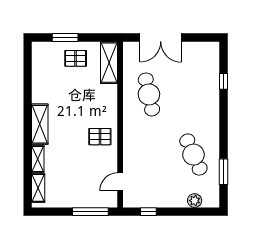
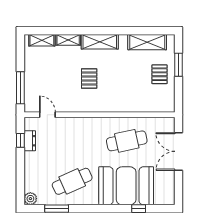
shelving: (109, 63) -> (147, 42), moved
booth: (198, 95) -> (126, 186), added
pallet: (100, 137) -> (89, 79), moved
dresser: (149, 201) -> (30, 141), added
plant: (195, 201) -> (30, 199), moved

